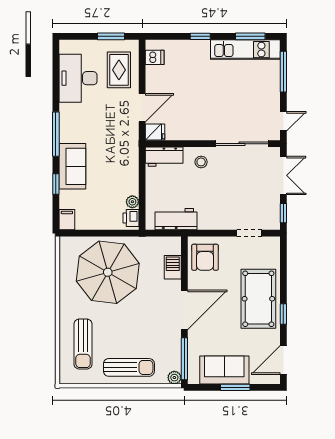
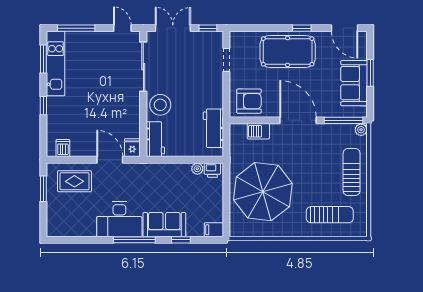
desk: (78, 78) -> (119, 219), moved
stool: (201, 162) -> (160, 105), width x1.89, depth x1.89

